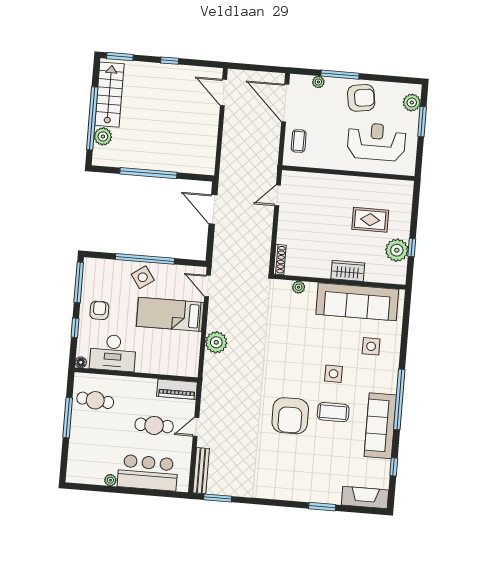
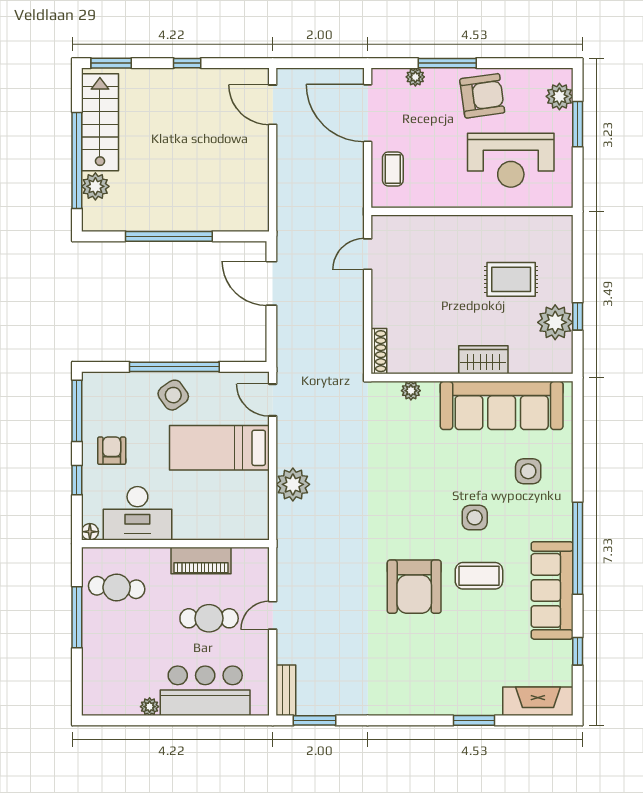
reception desk: (376, 142) -> (511, 160), turned 180
piano: (177, 389) -> (201, 561), moved
bench: (201, 471) -> (286, 690), width x0.73

